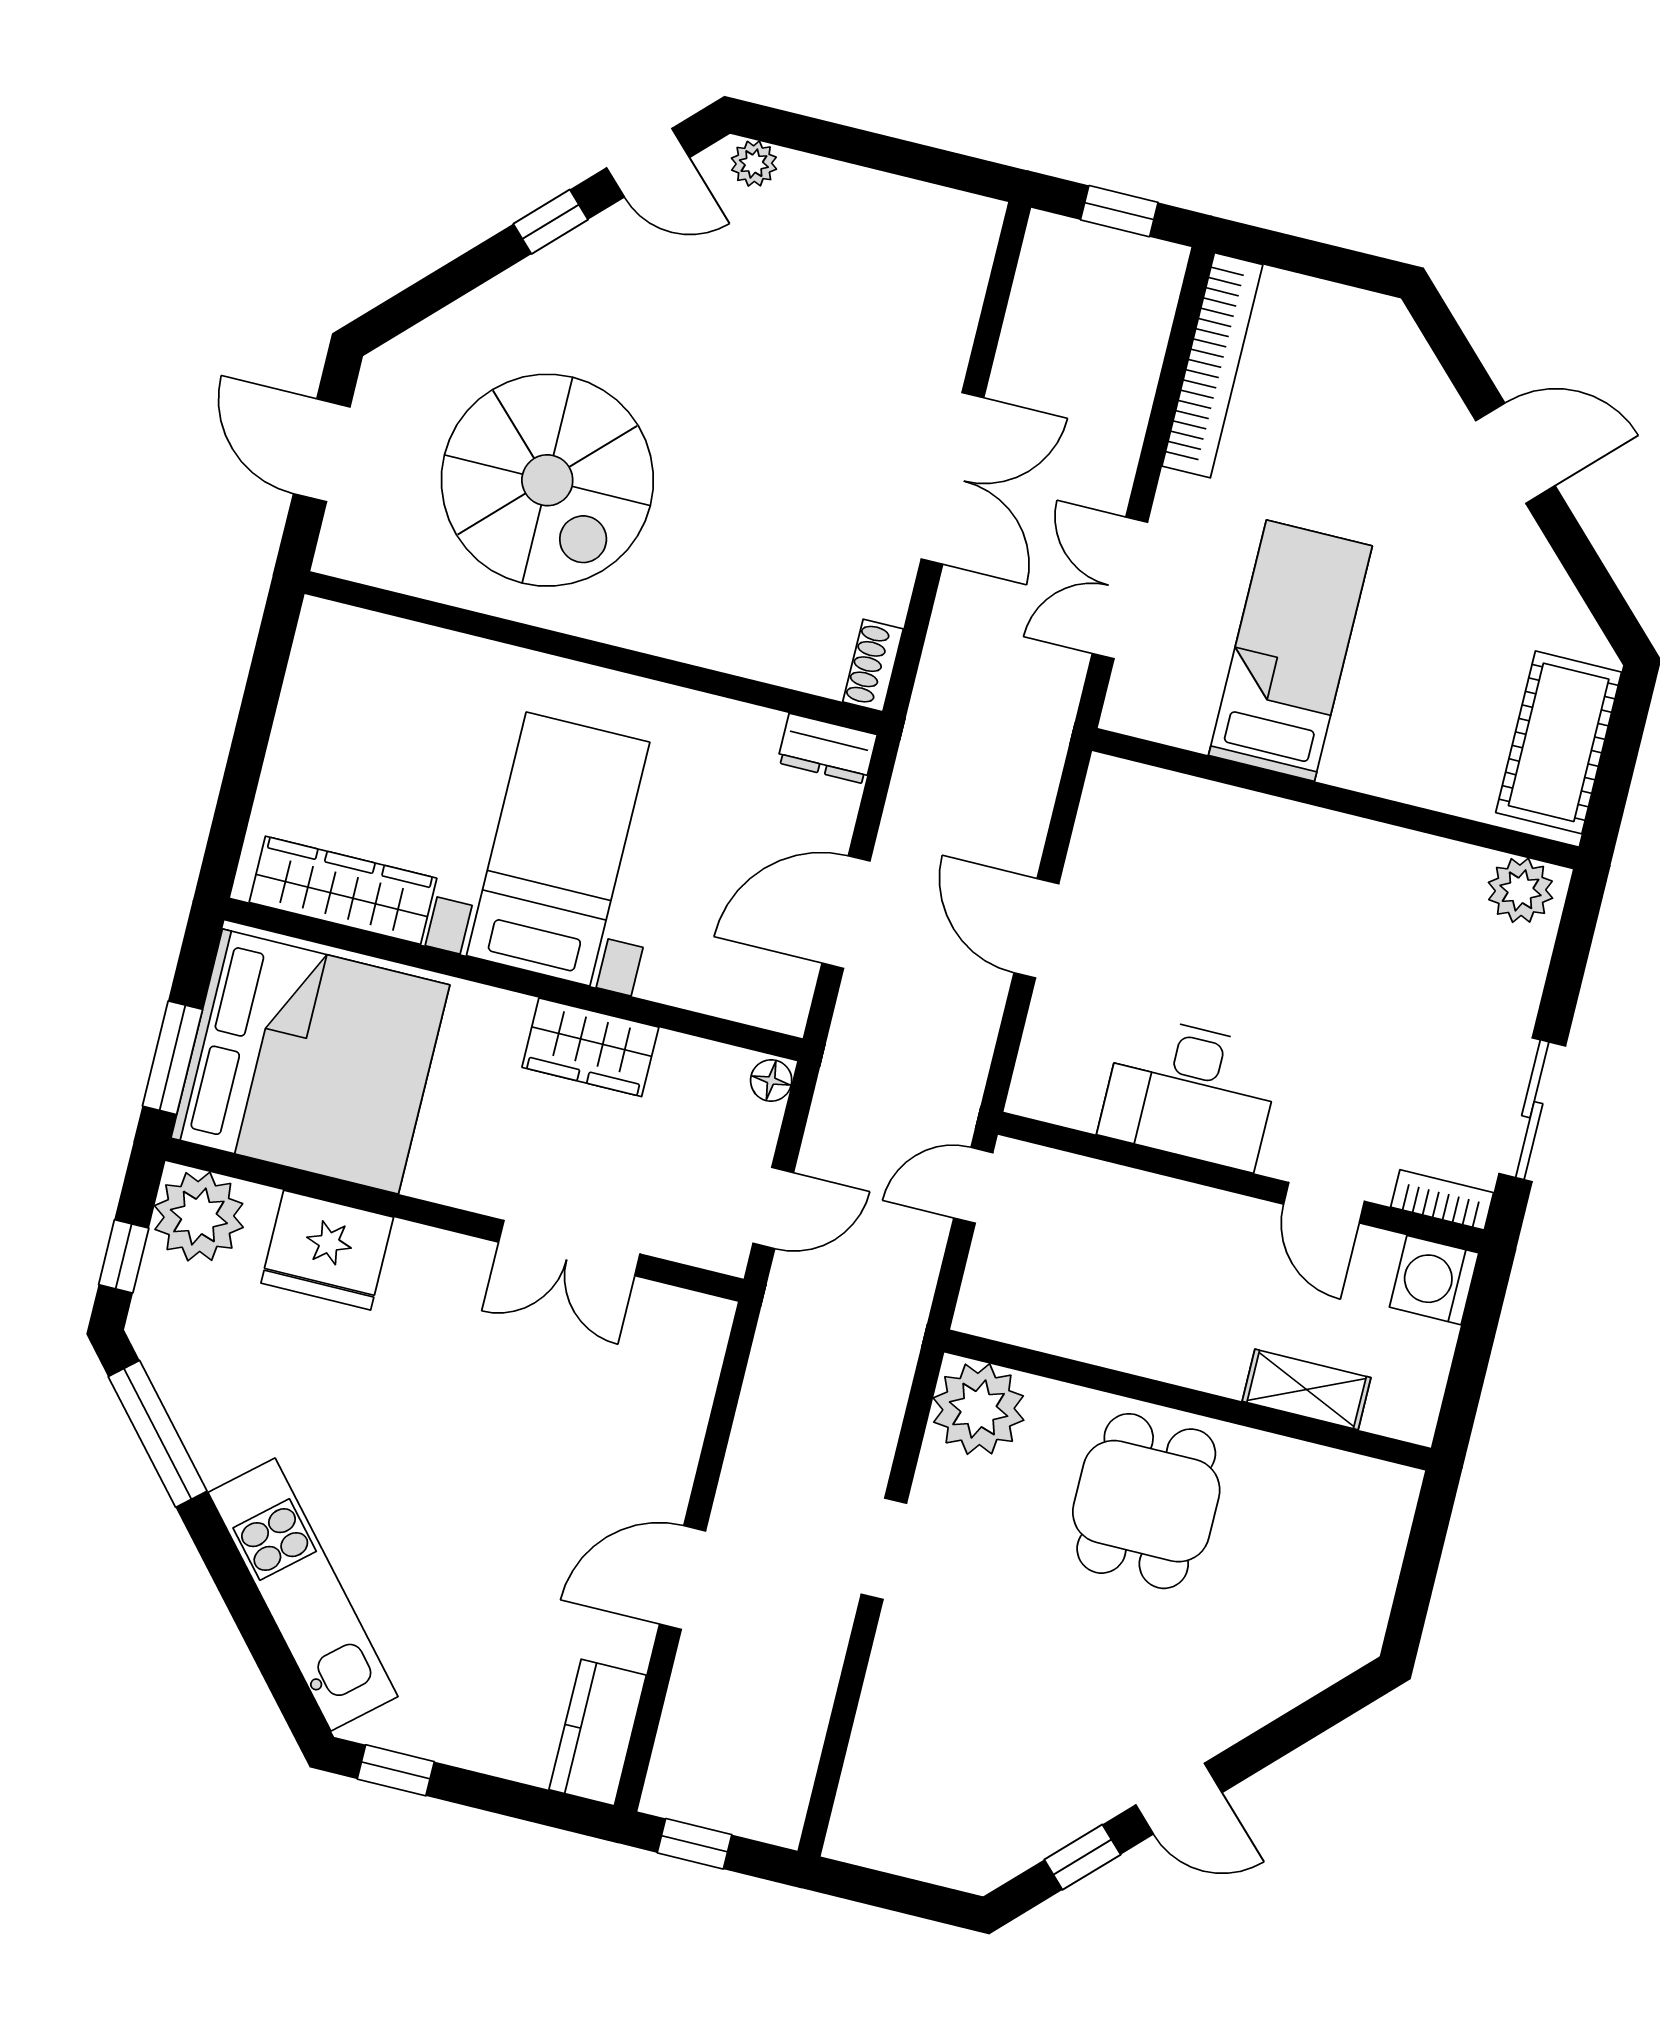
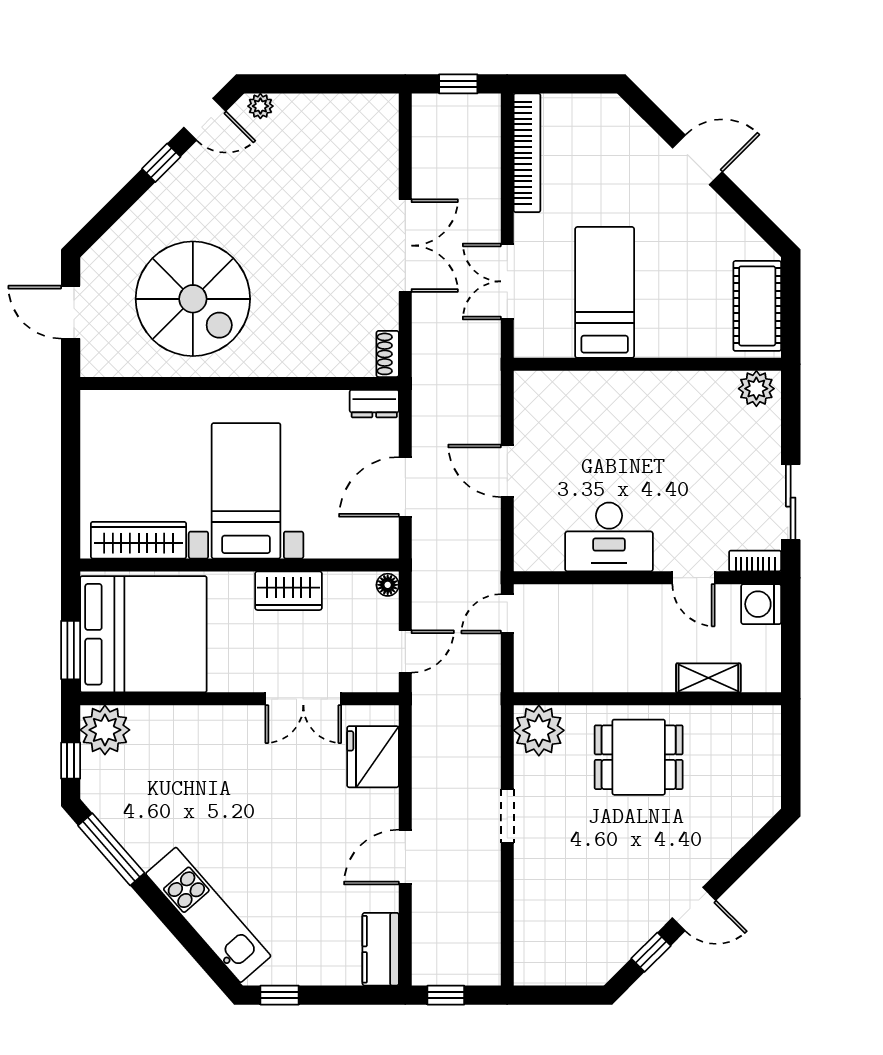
fridge: (327, 1250) -> (373, 757), moved, turned 90
dining table: (1146, 1501) -> (639, 757), turned 90

